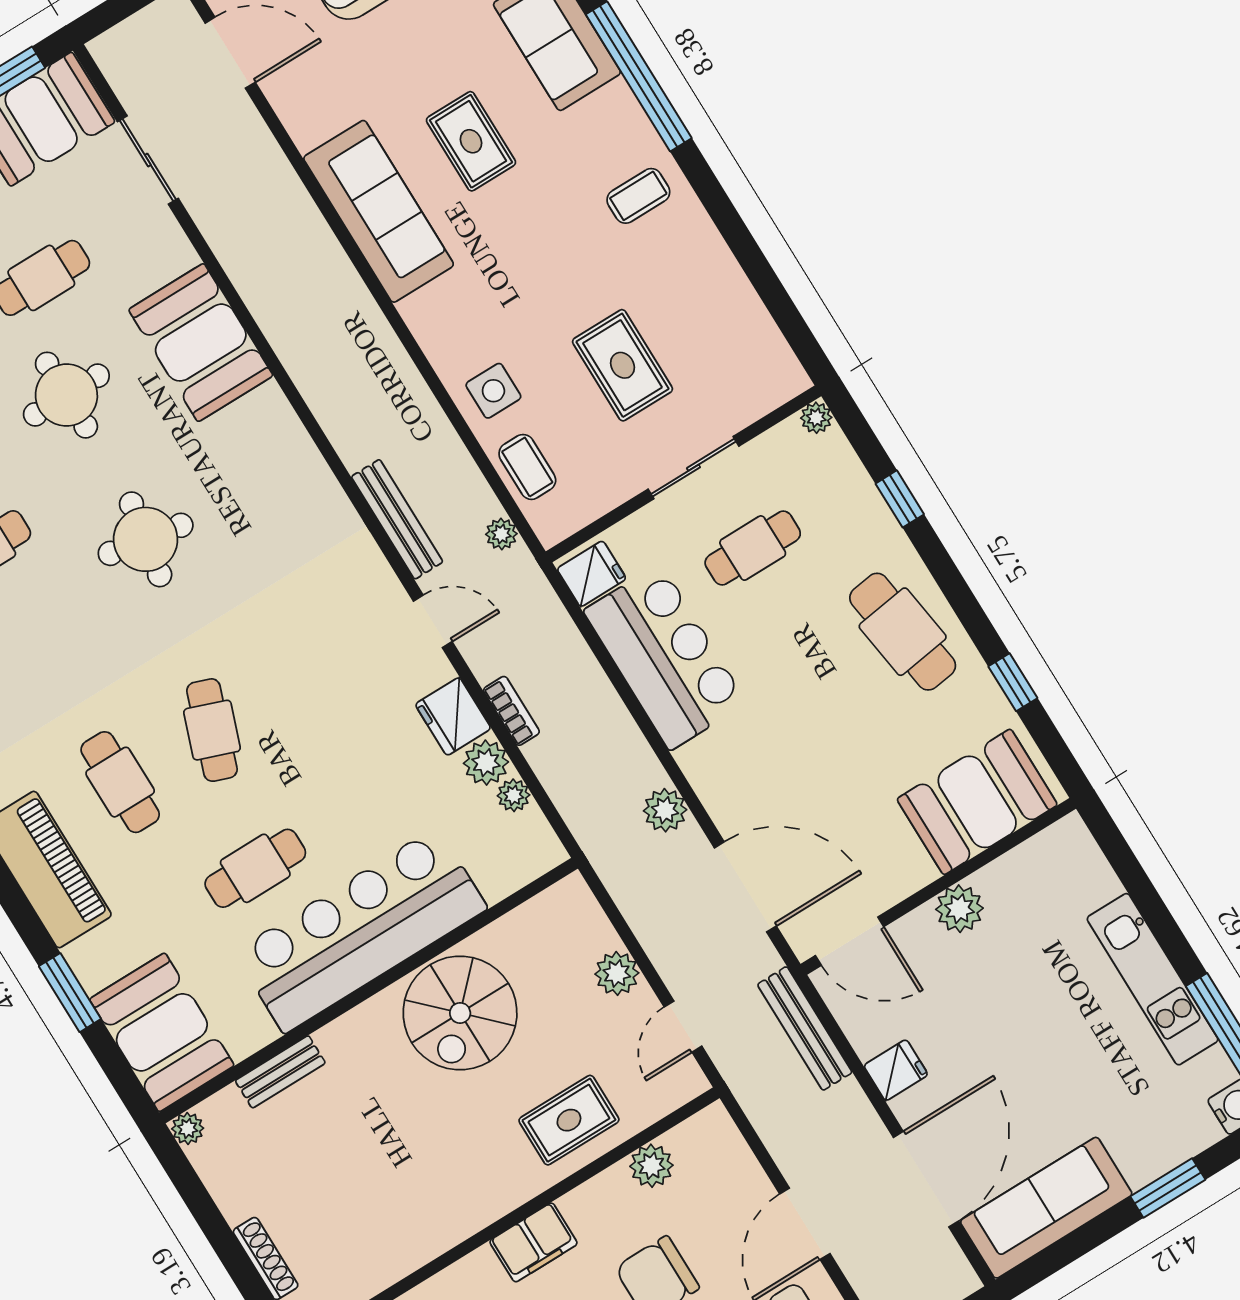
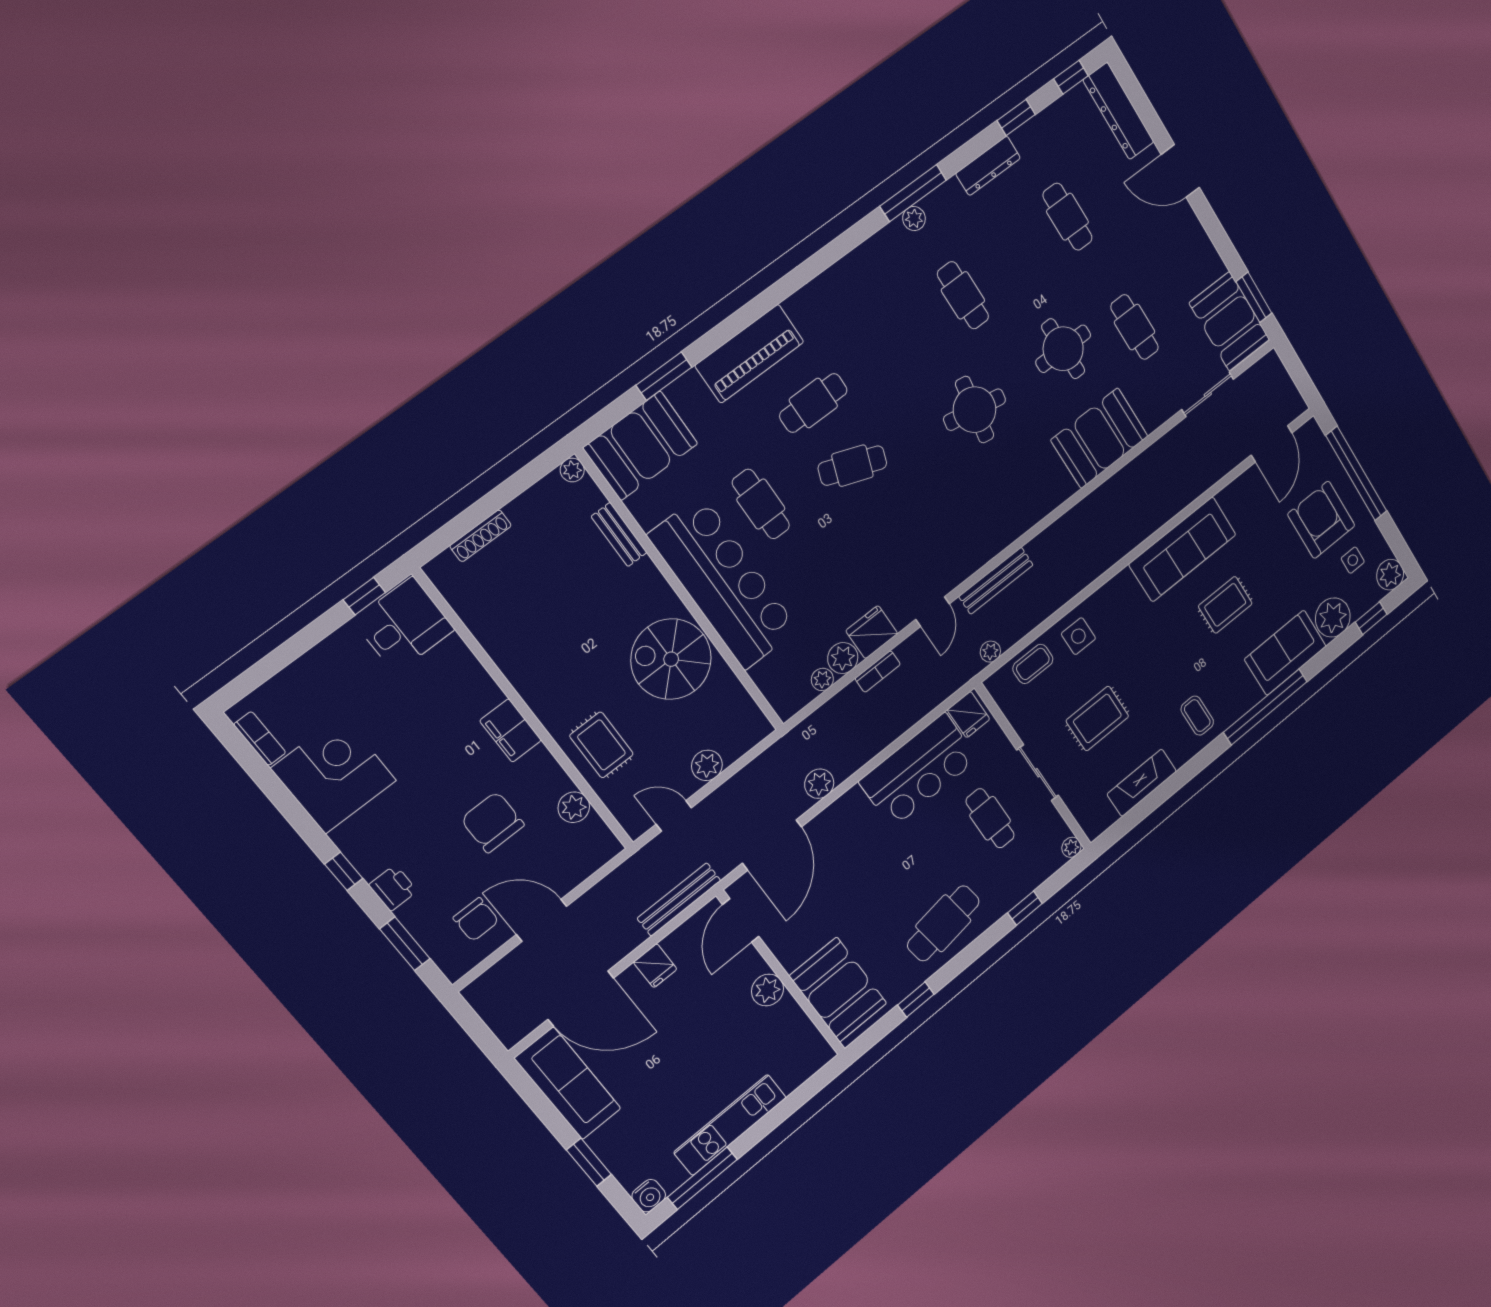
fireplace: (732, 295) -> (1142, 783), added

